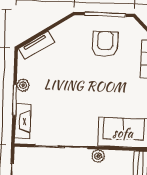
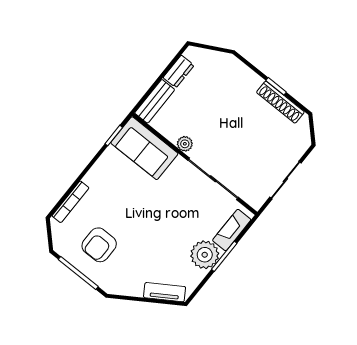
plant: (23, 85) -> (205, 255), width x1.87, depth x1.87

